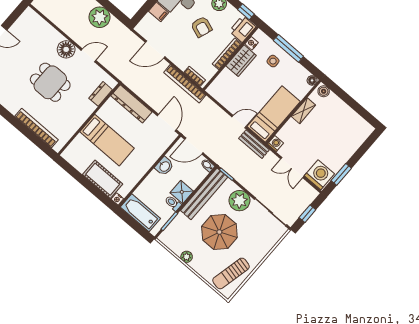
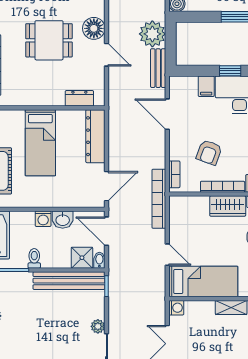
armchair: (201, 27) -> (209, 152), moved
dining table: (50, 82) -> (49, 40), turned 90
bookcase: (185, 84) -> (159, 199), moved
bench: (254, 144) -> (158, 68), moved
washing machine: (154, 177) -> (43, 219), added
shower: (182, 192) -> (82, 258), moved
plant: (239, 201) -> (98, 326), width x0.53, depth x0.53
parasol: (219, 232) -> (45, 327), removed

